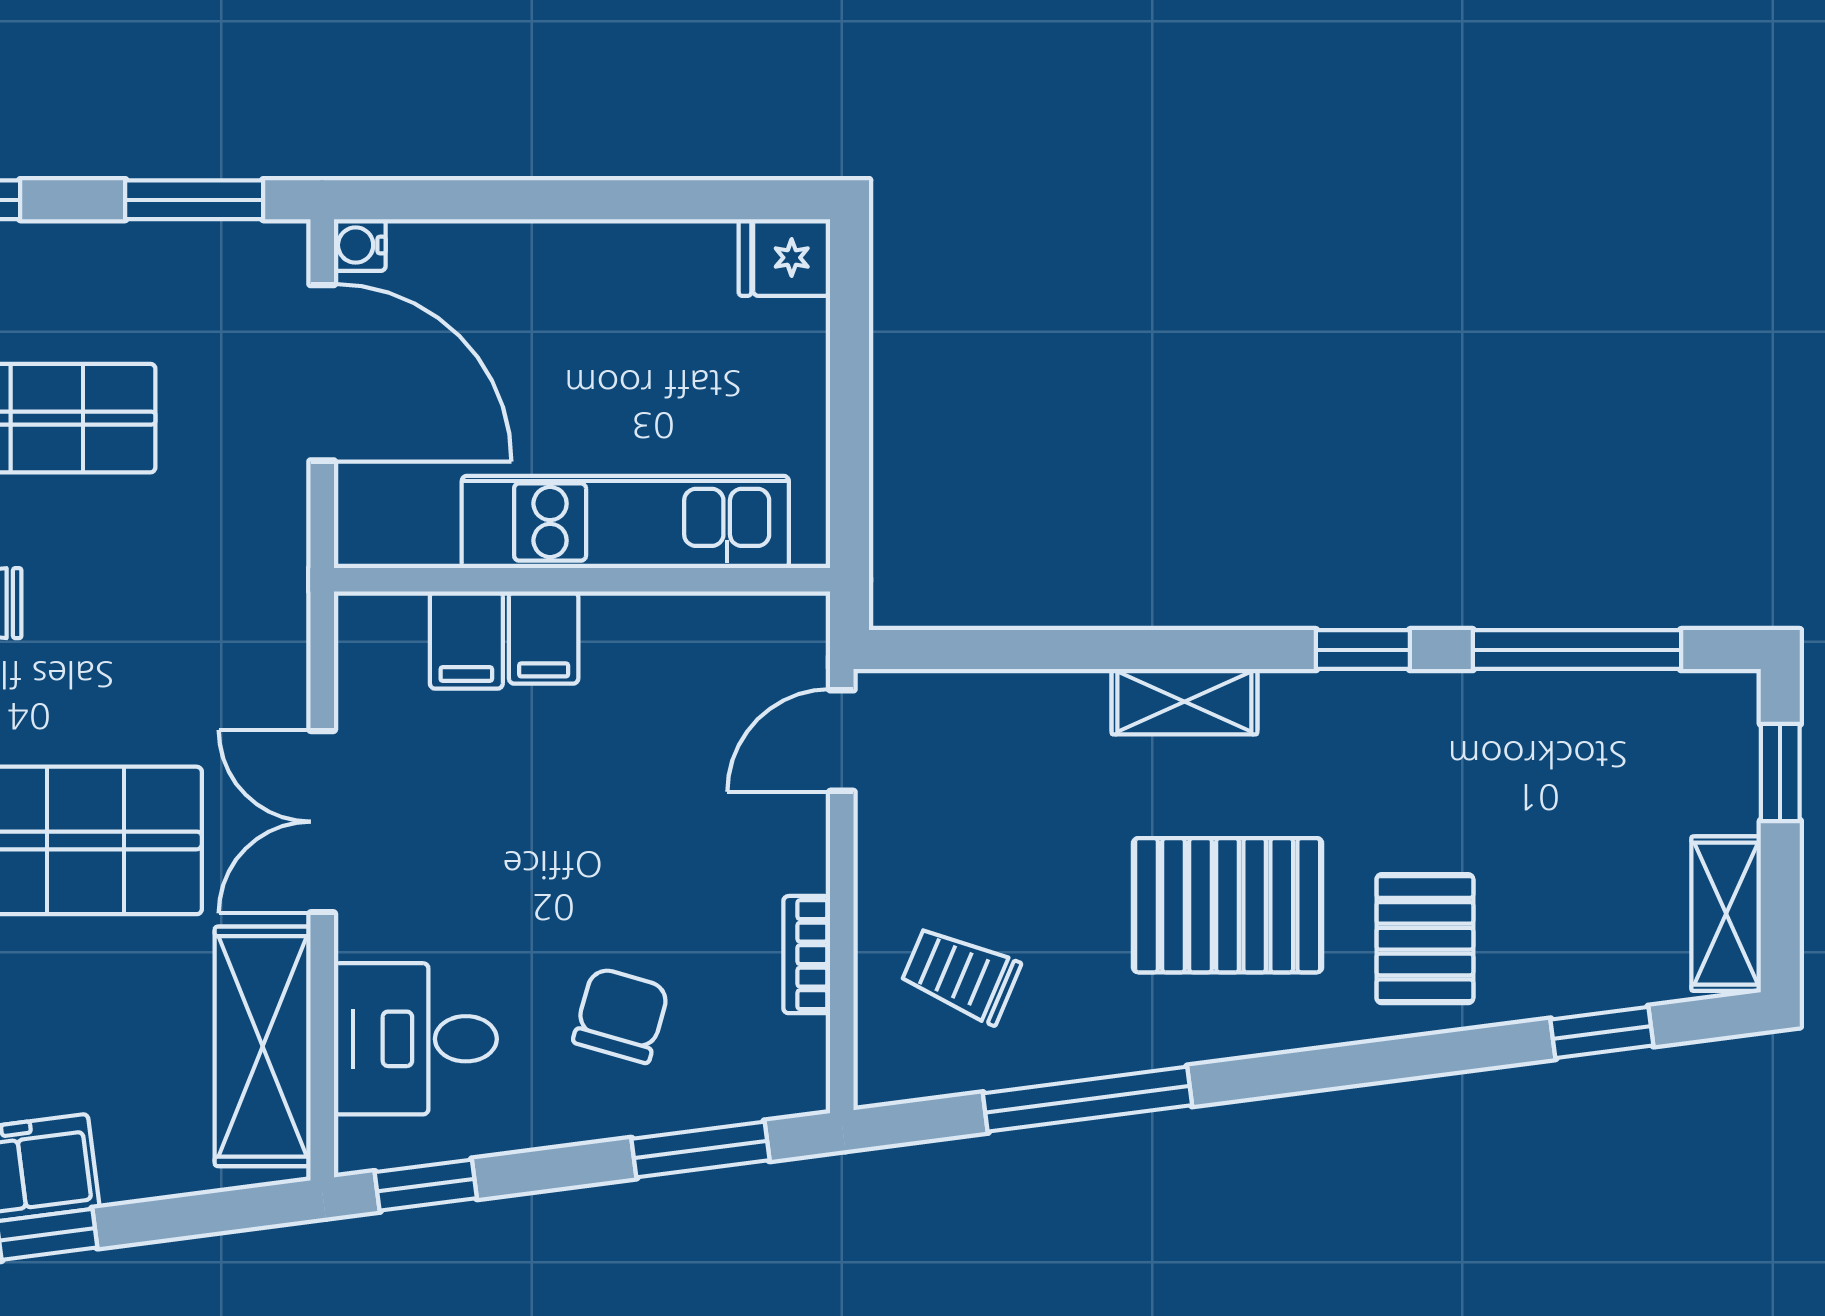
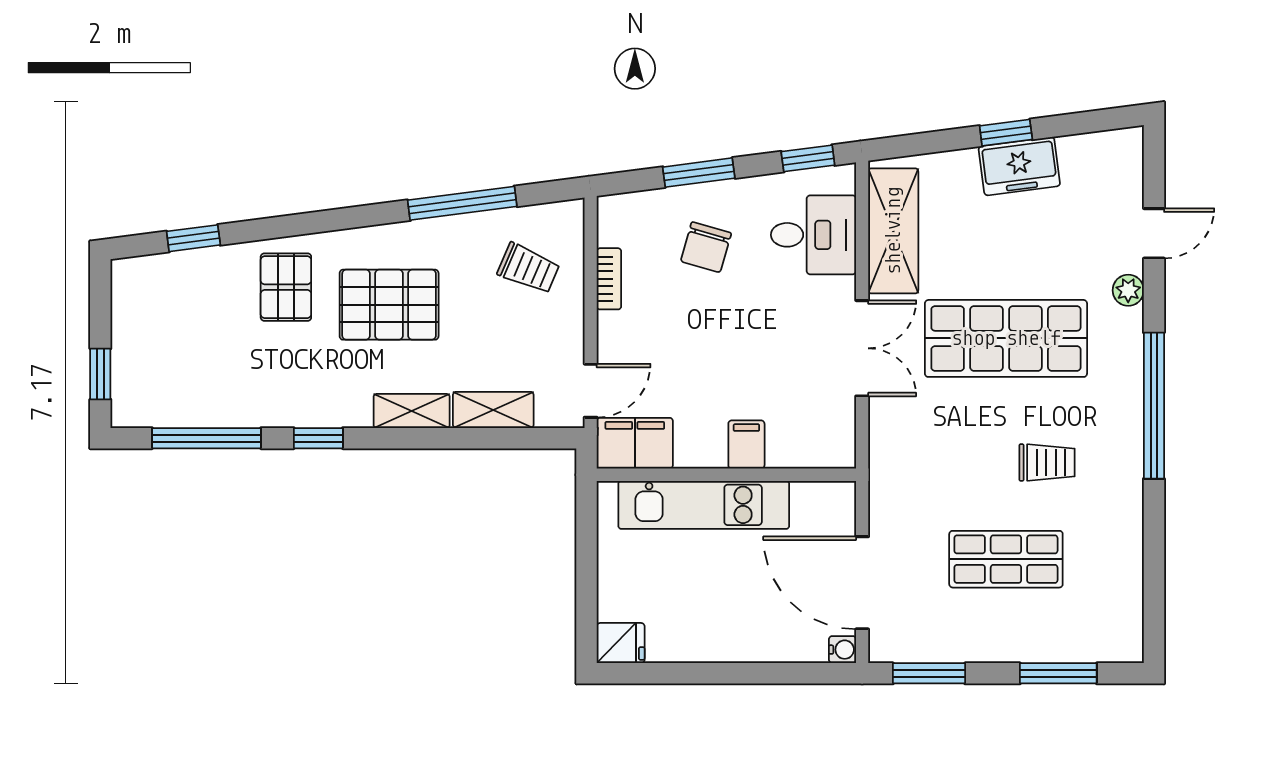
filing cabinet: (466, 640) -> (635, 443), moved, width x2.00
shelving: (1726, 914) -> (493, 410), moved, turned 90
window: (701, 1149) -> (699, 173), moved

